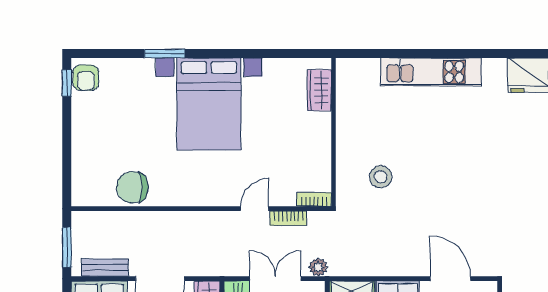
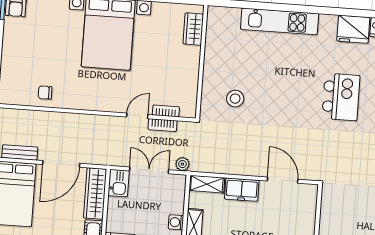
kitchen island: (518, 165) -> (341, 97), added
chair: (132, 187) -> (45, 93), width x0.54, depth x0.54
bookcase: (314, 200) -> (166, 111), moved

